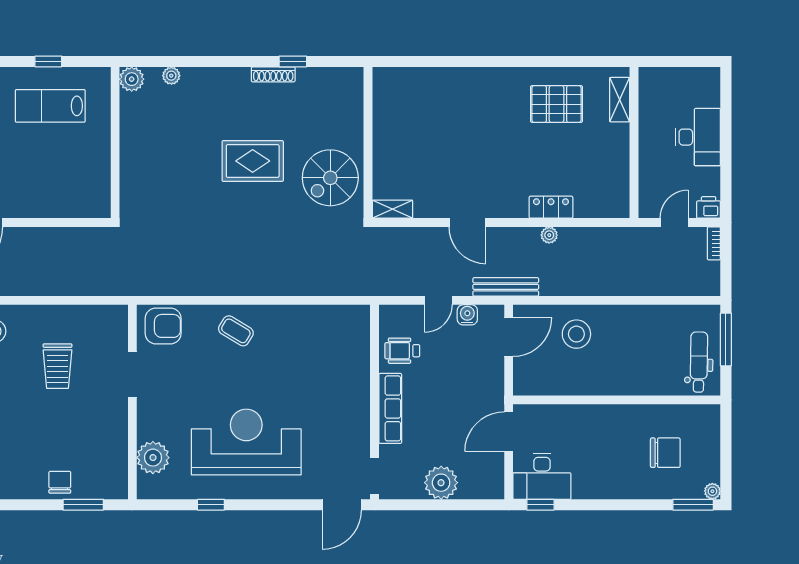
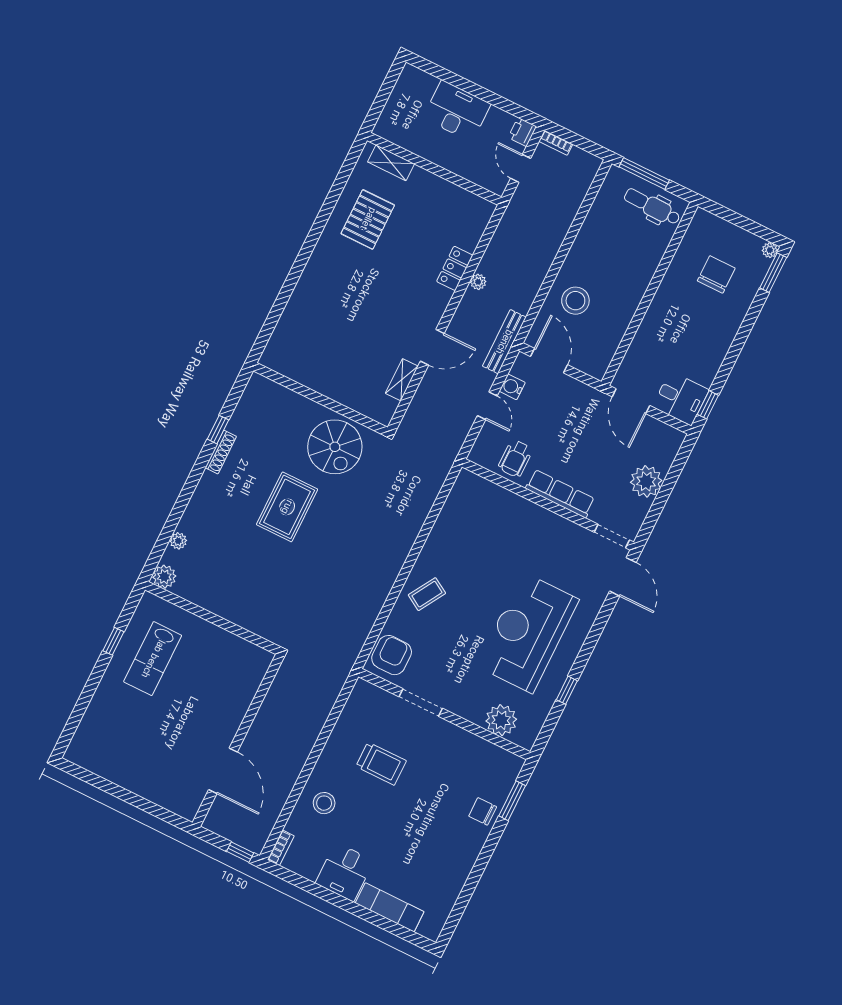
shelving: (393, 209) -> (402, 380), moved
desk: (542, 476) -> (681, 398), width x0.73

